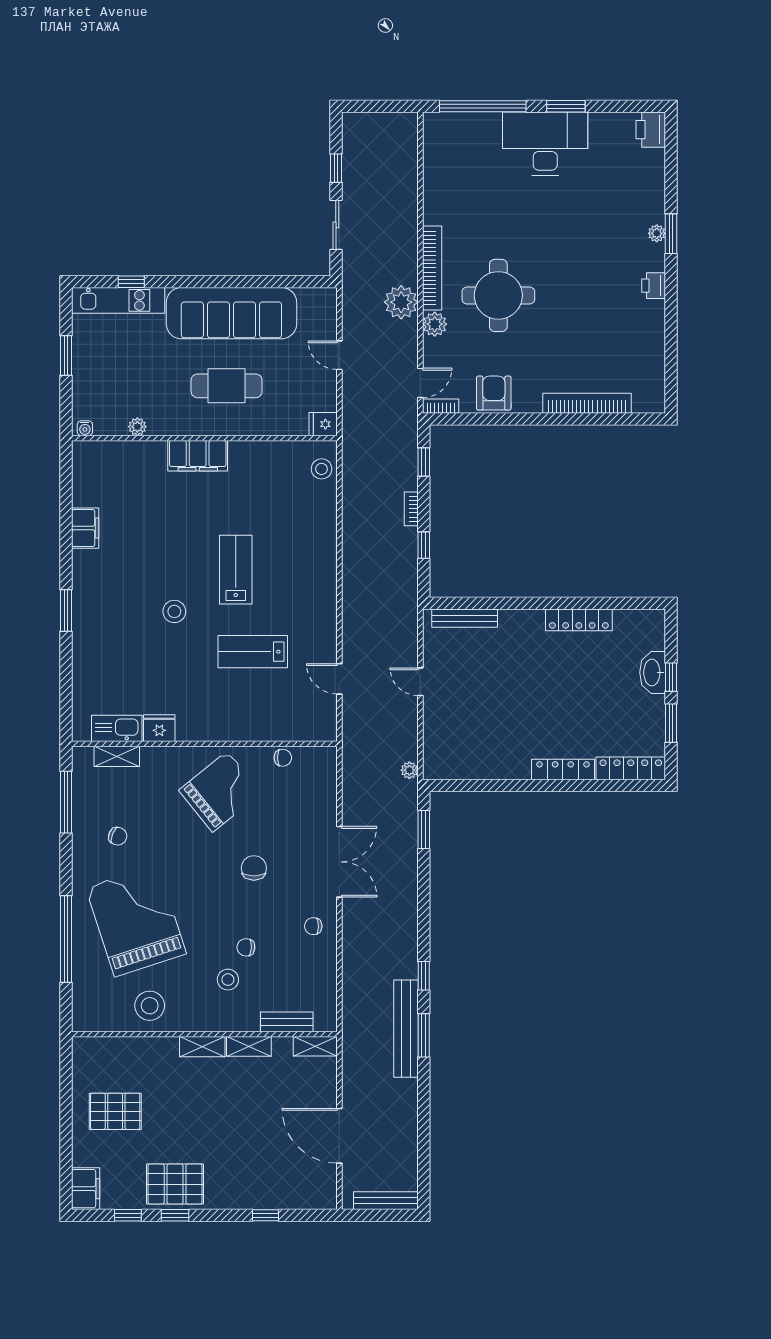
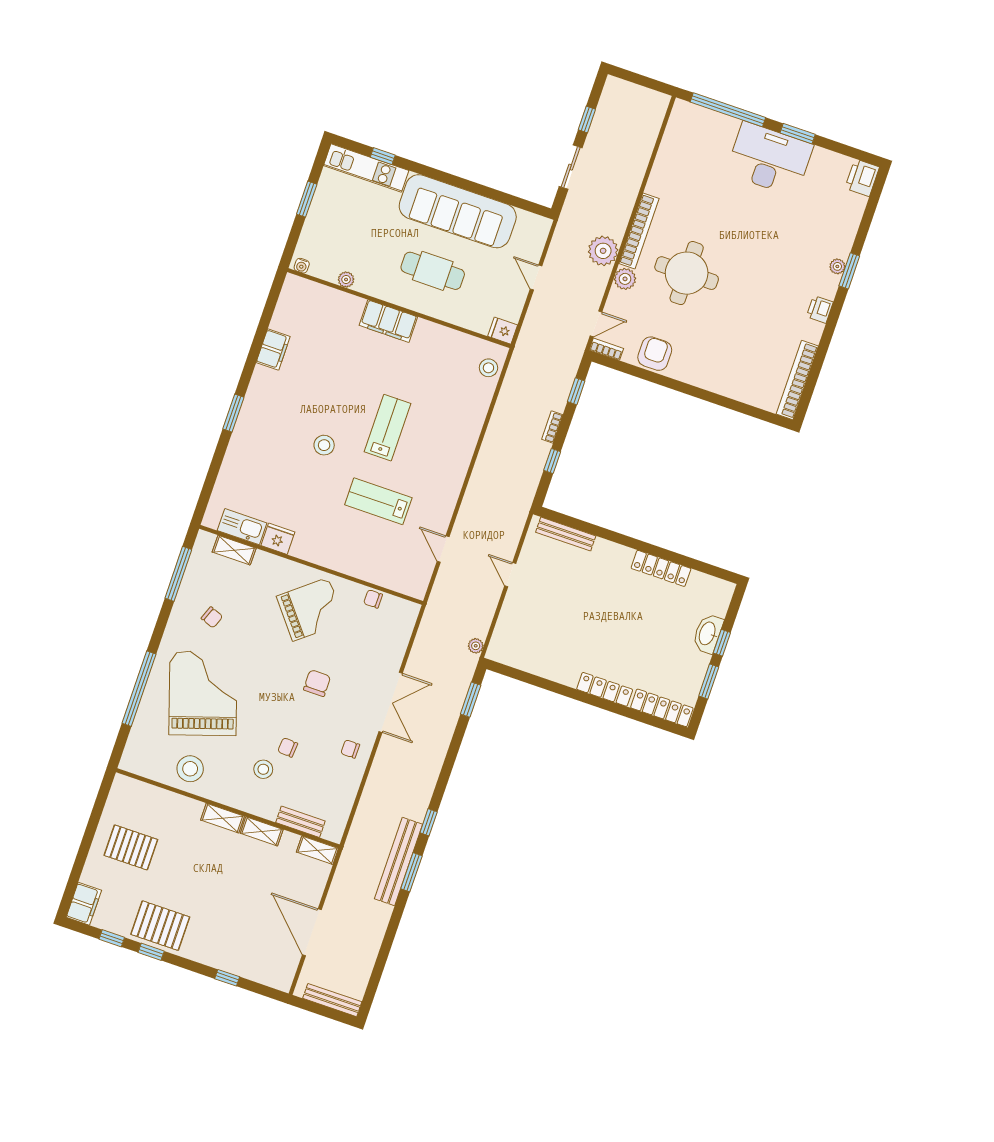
bookcase: (587, 403) -> (797, 380), moved, turned -90
chair: (283, 758) -> (373, 599), turned 180

